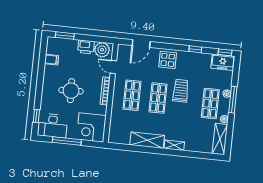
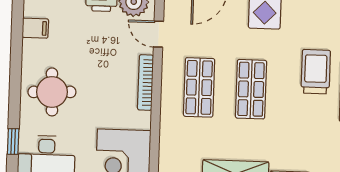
round table: (71, 91) -> (52, 92), moved
trolley: (181, 91) -> (316, 72), moved

